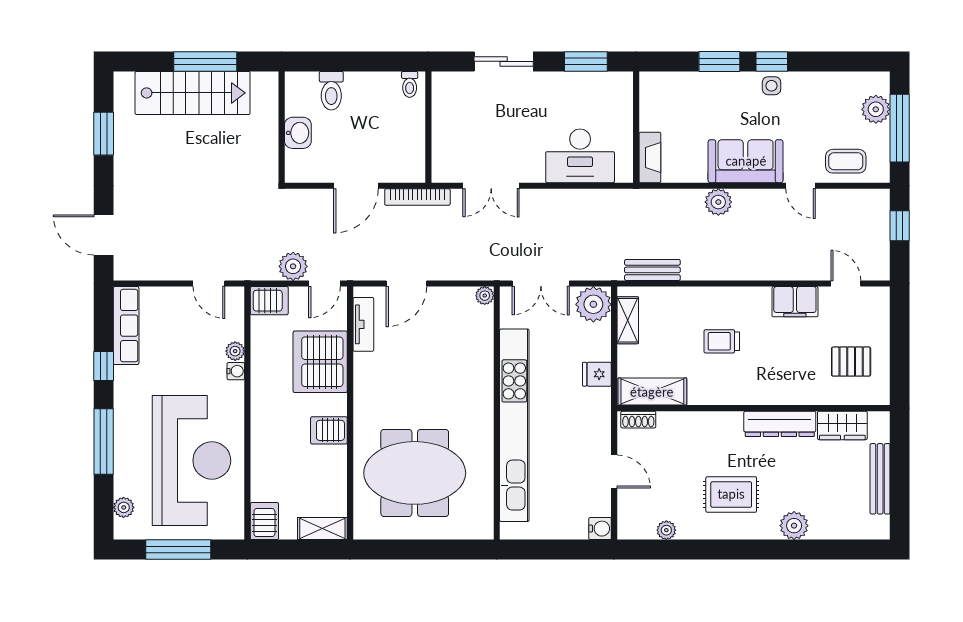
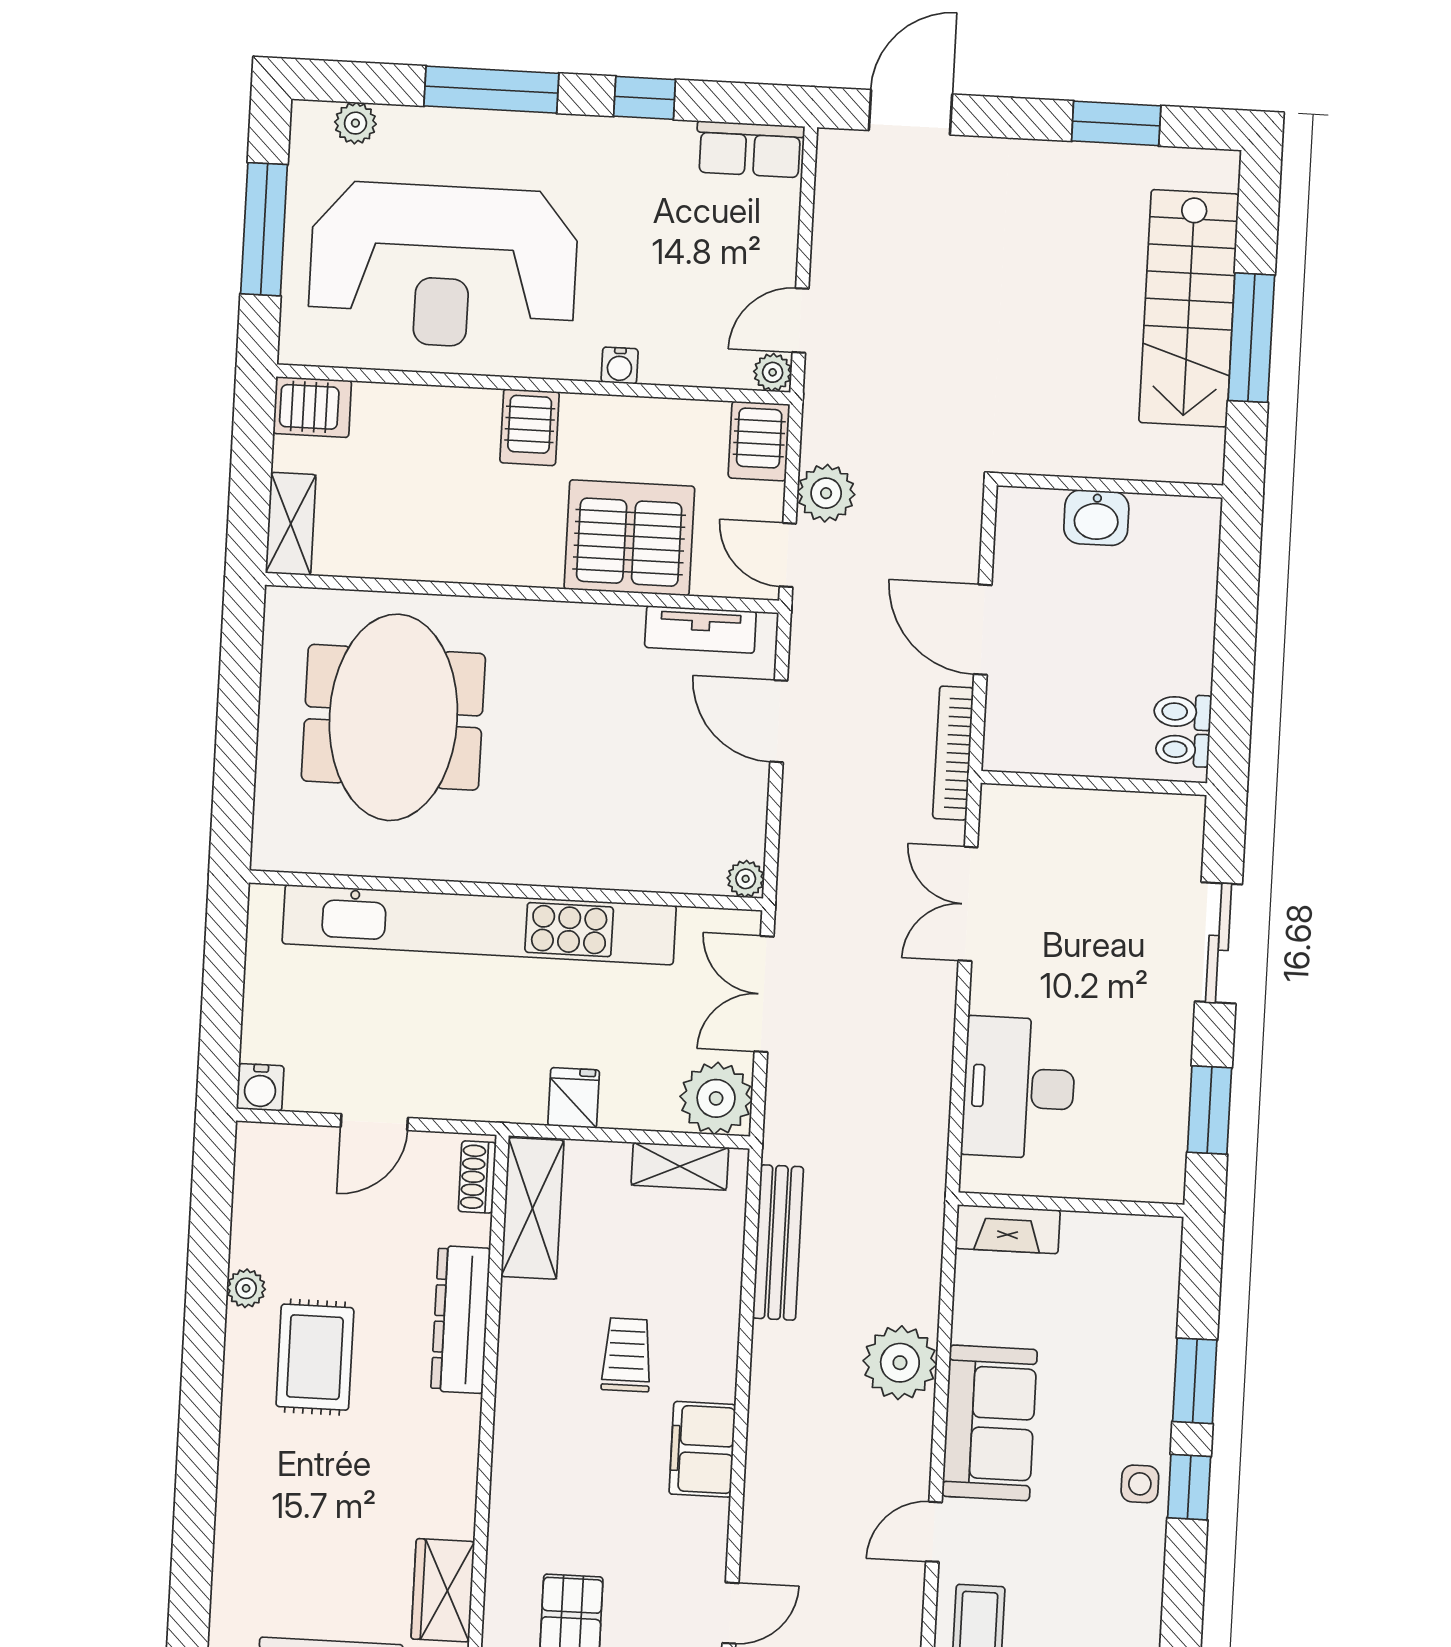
toilet: (331, 91) -> (1183, 712), moved, width x0.73, depth x0.72
plant: (718, 202) -> (900, 1363), width x1.36, depth x1.36
bench: (652, 270) -> (778, 1242), width x1.36
filing cabinet: (795, 302) -> (702, 1449), moved
row of seats: (126, 326) -> (750, 149), width x0.68
plant: (235, 351) -> (773, 372), moved
dresser: (780, 424) -> (461, 1320), moved
server rack: (329, 430) -> (530, 427), moved, turned 180
plant: (794, 526) -> (245, 1481), removed
plant: (666, 530) -> (246, 1288), moved

